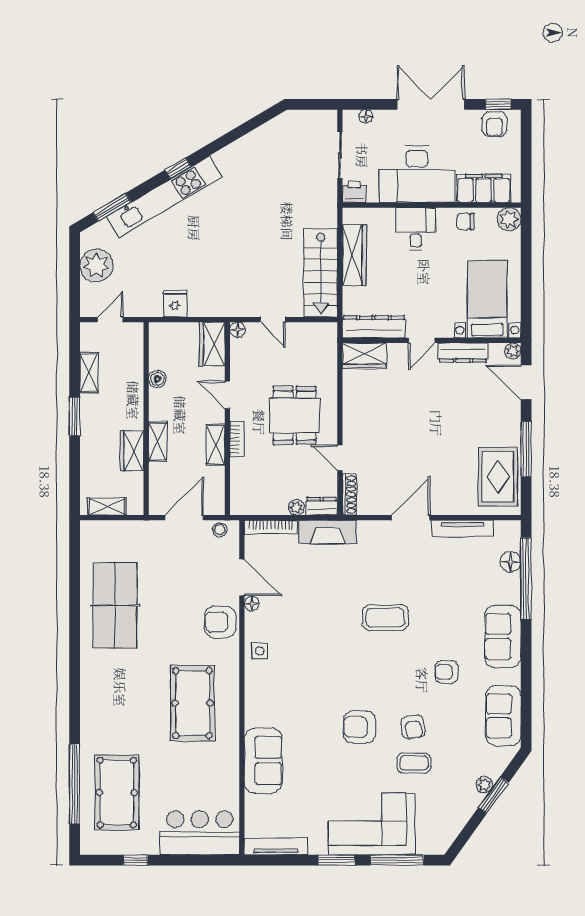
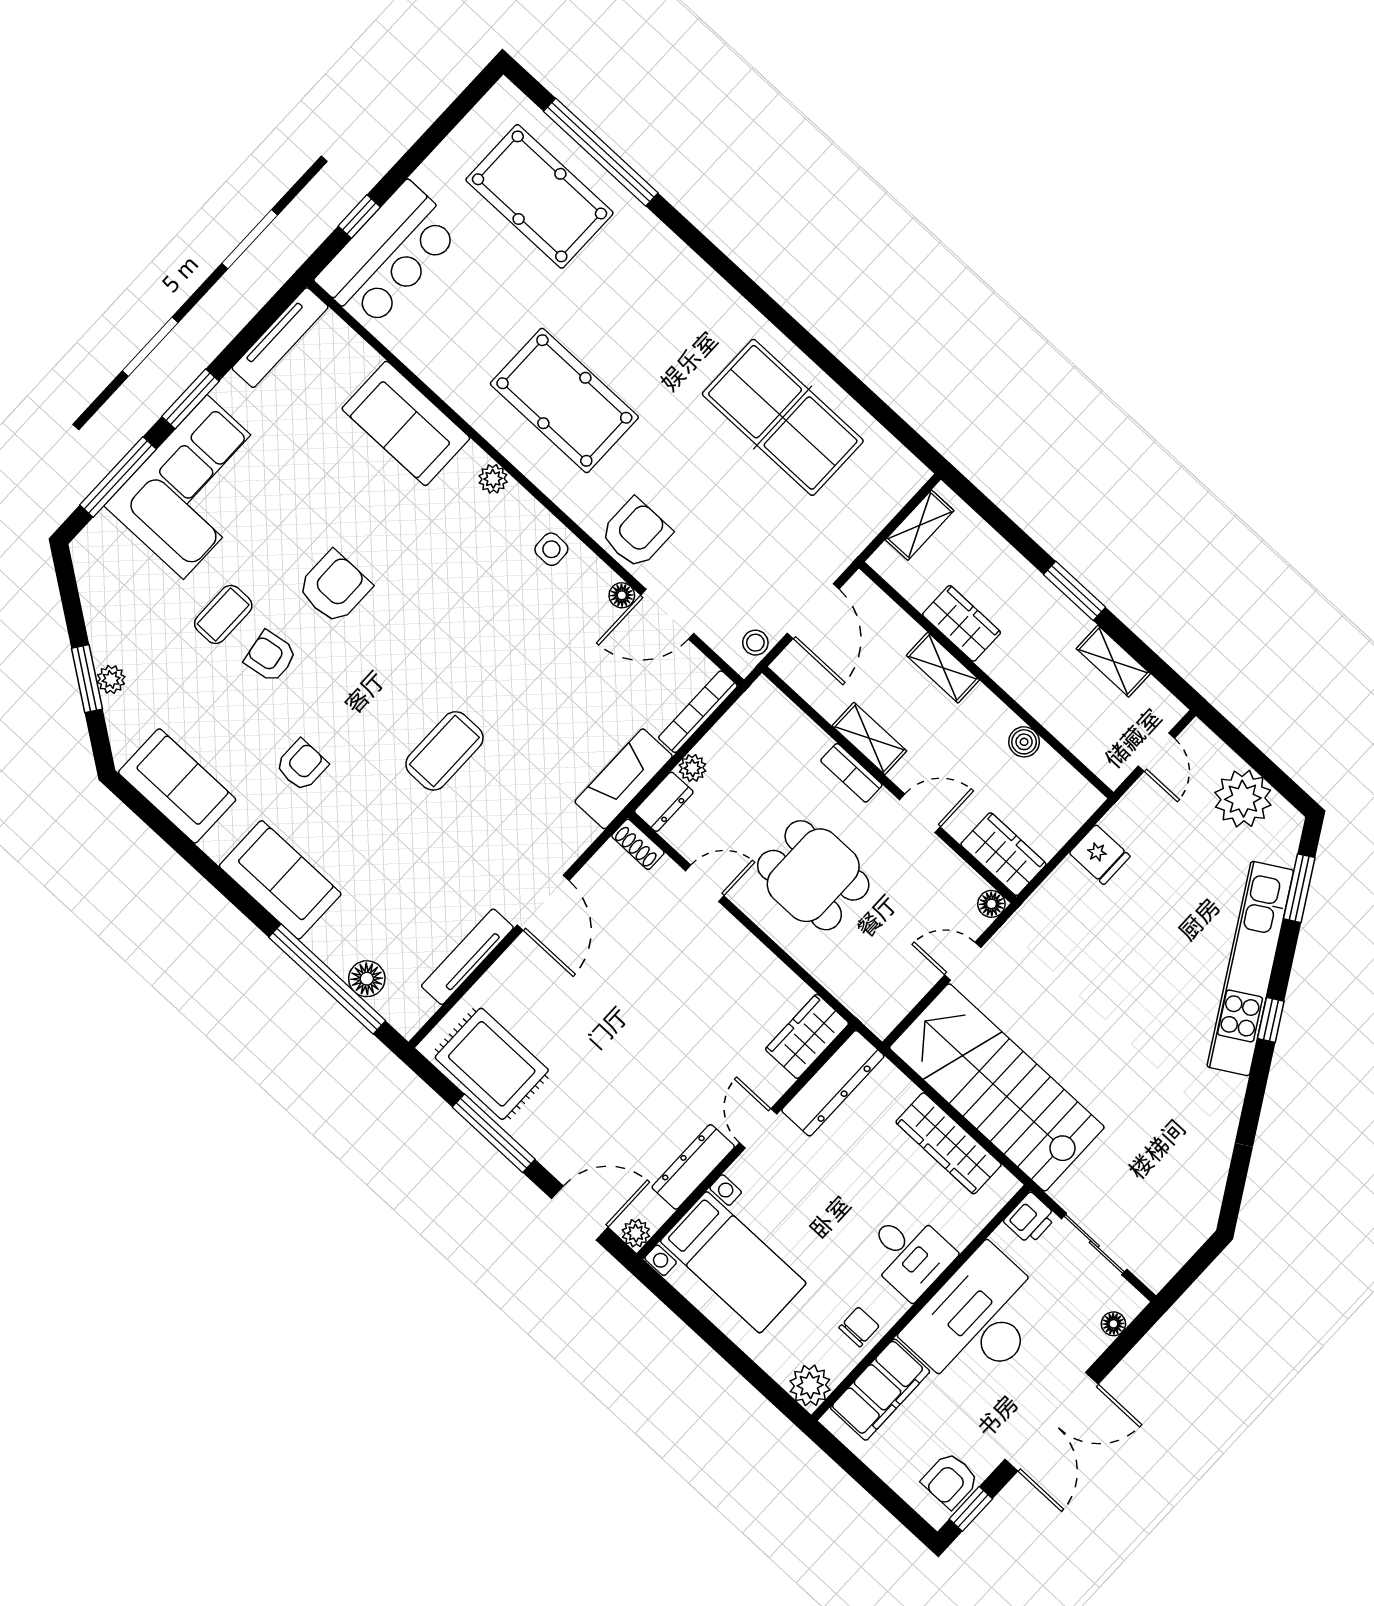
armchair: (494, 124) -> (950, 1480), turned -90
stairs: (321, 273) -> (997, 1087), width x1.36, depth x1.51
shoe rack: (349, 494) -> (638, 844), width x0.70
plant: (253, 703) -> (493, 479), added
window: (136, 860) -> (359, 217), moved

